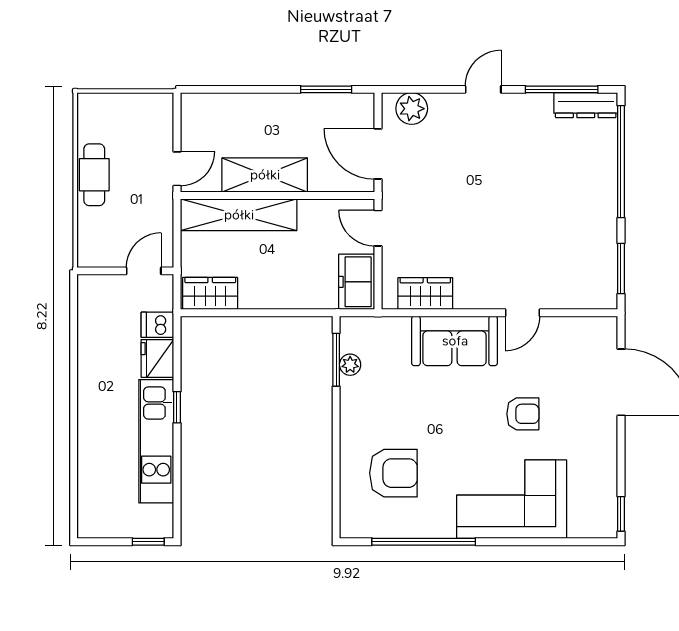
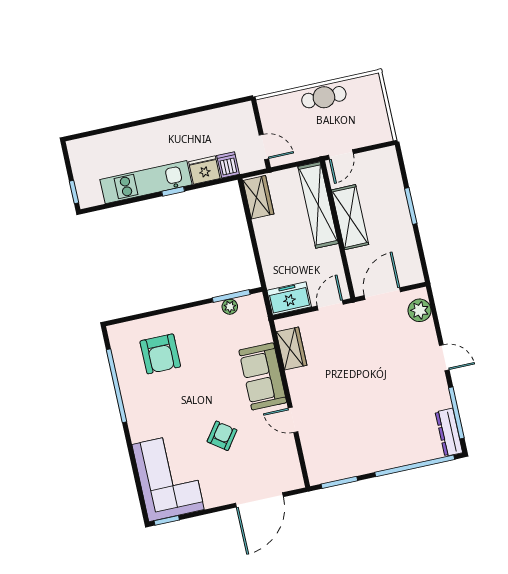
window: (326, 89) -> (411, 206), moved
door: (177, 169) -> (341, 155), hinge flipped
armchair: (523, 414) -> (222, 436), turned -144
corner sofa: (512, 499) -> (168, 477), moved

